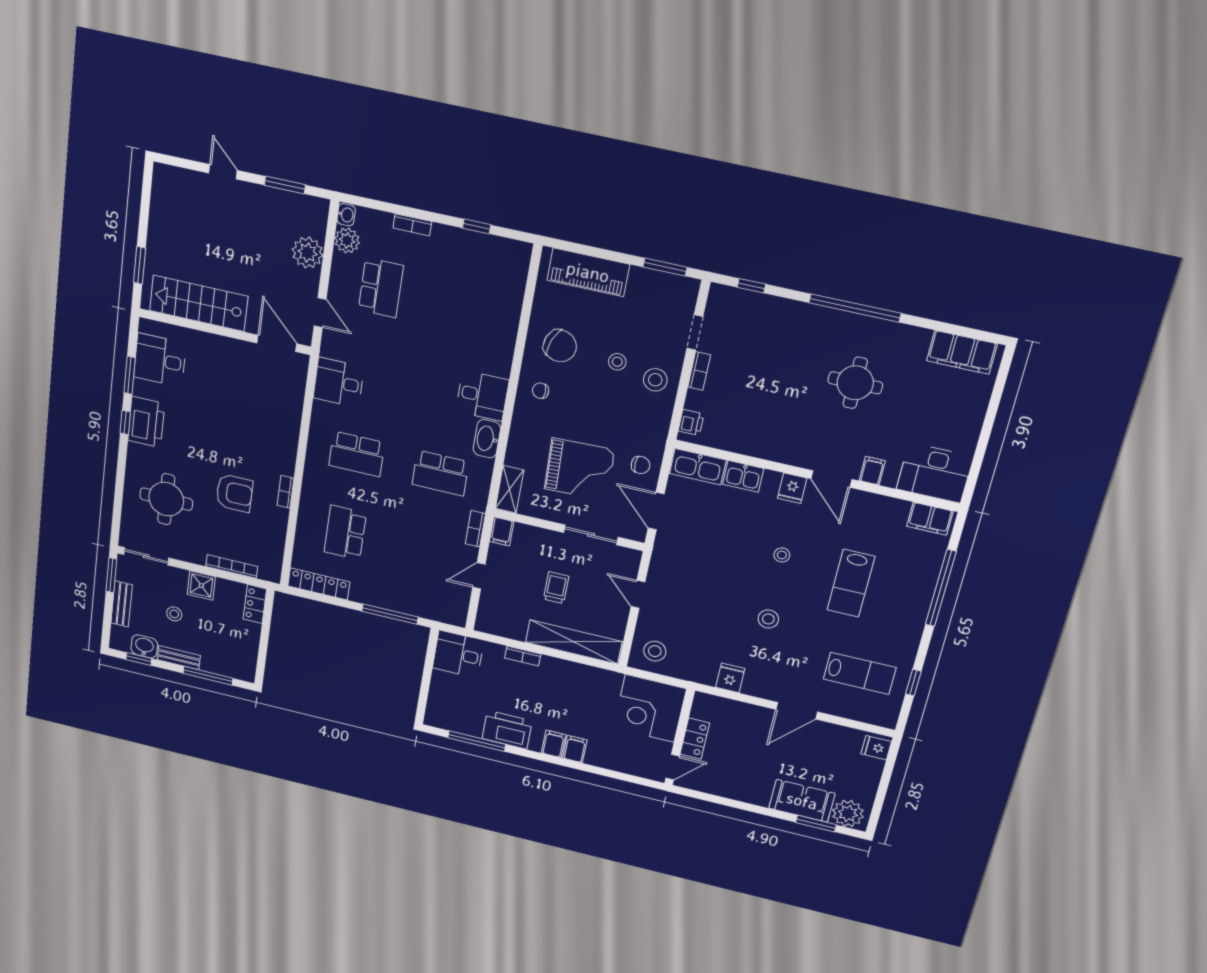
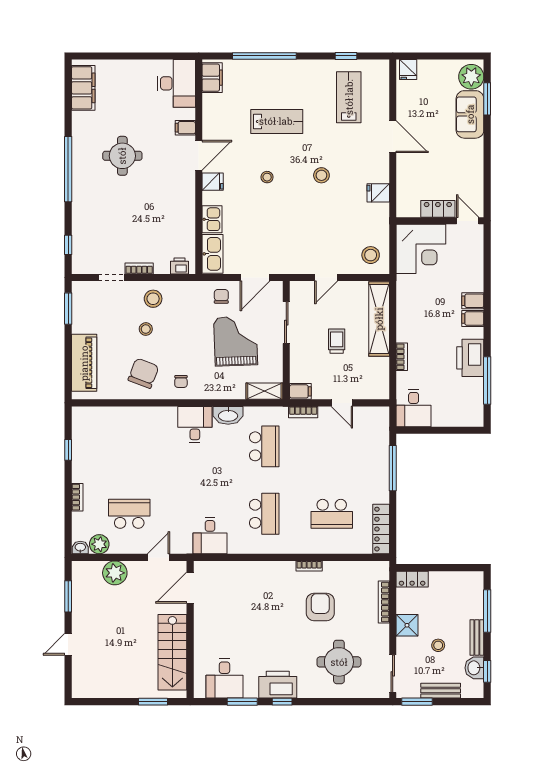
trolley: (556, 588) -> (337, 341), turned 90

